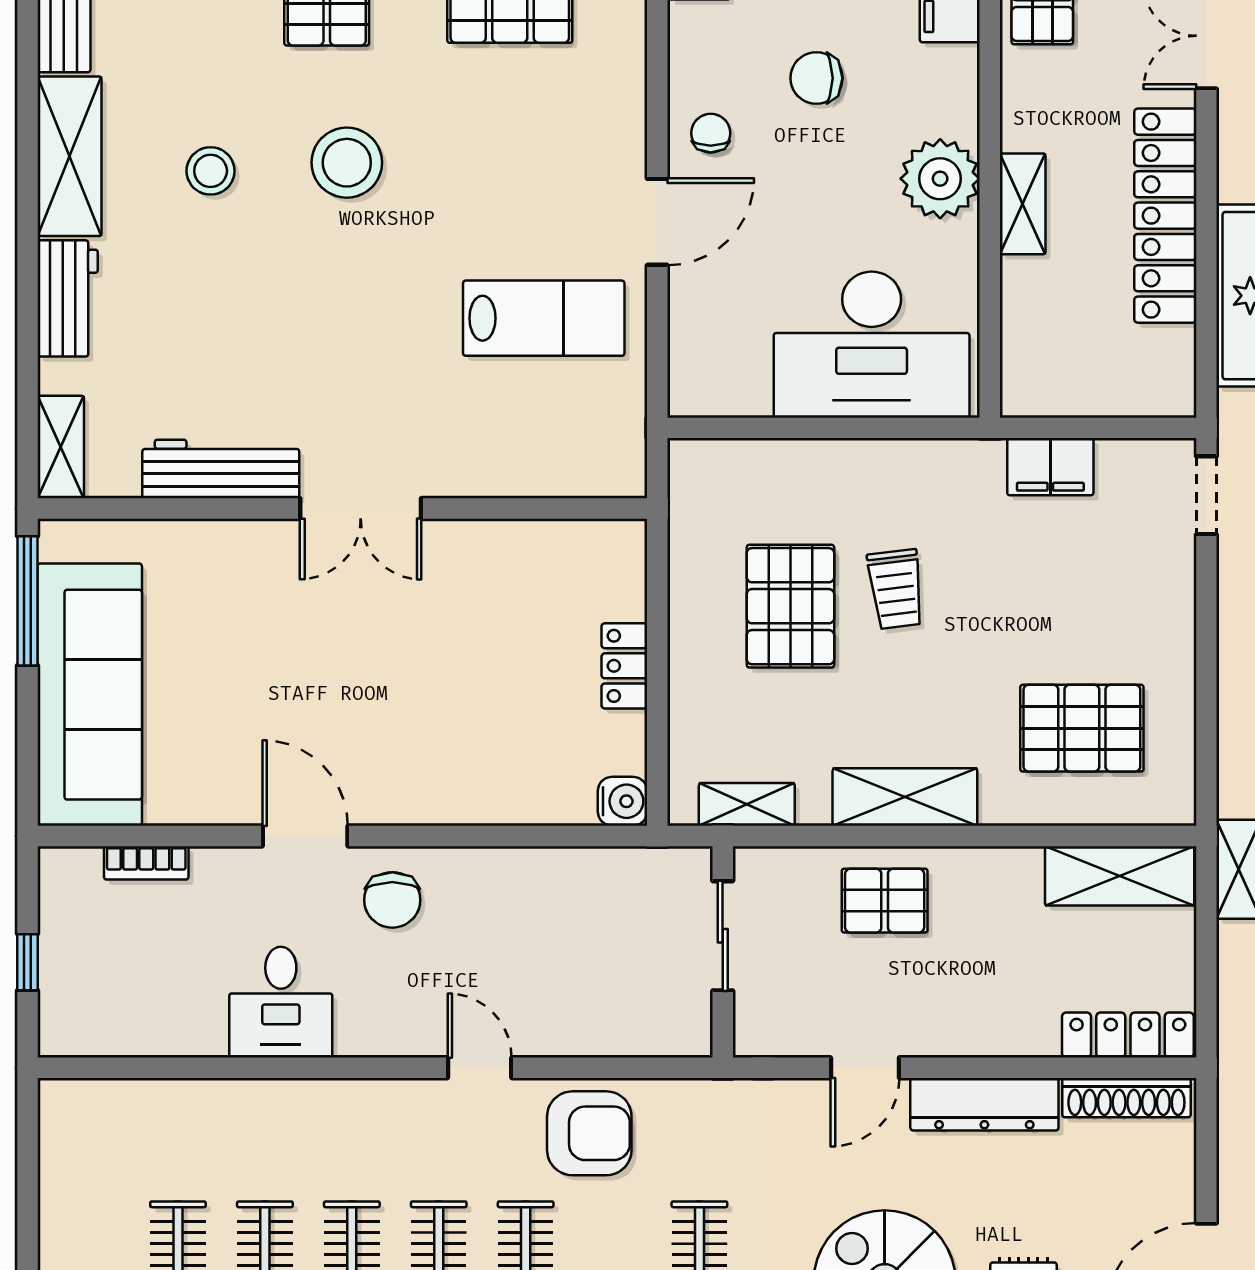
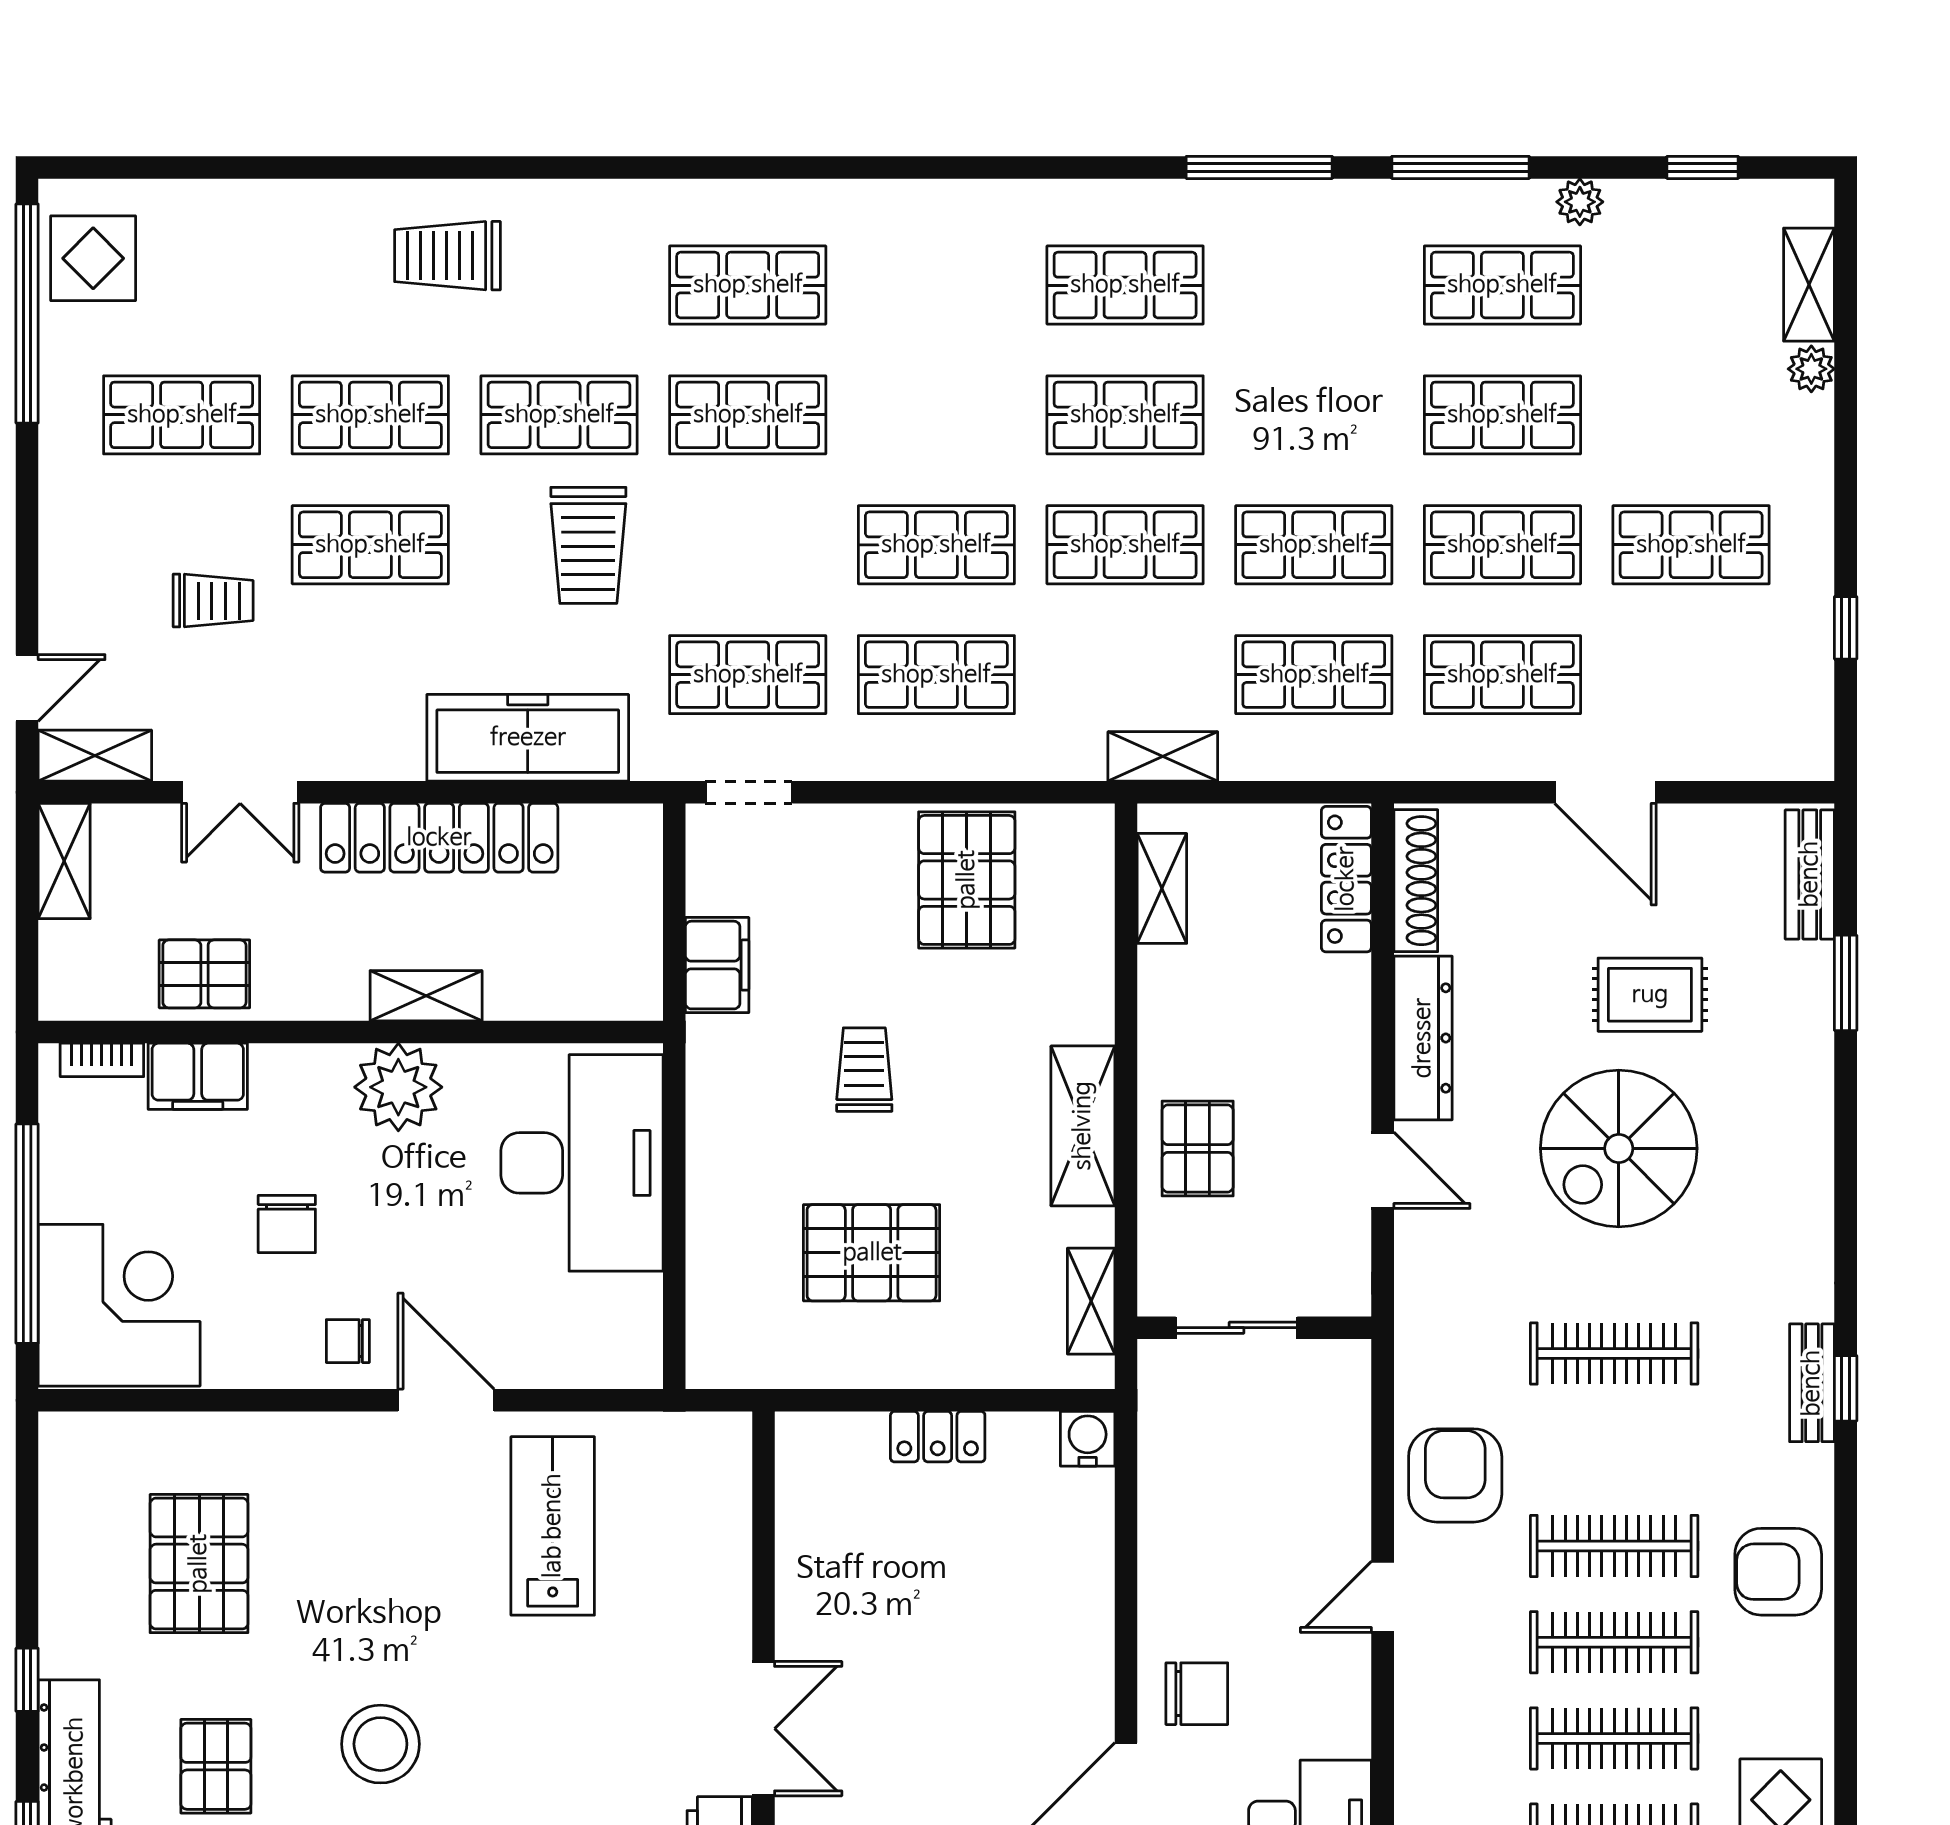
trolley: (896, 589) -> (864, 1070), moved, turned -83
pallet: (1082, 728) -> (967, 880), moved
shelving: (1120, 876) -> (1162, 888), width x0.67, depth x0.75

